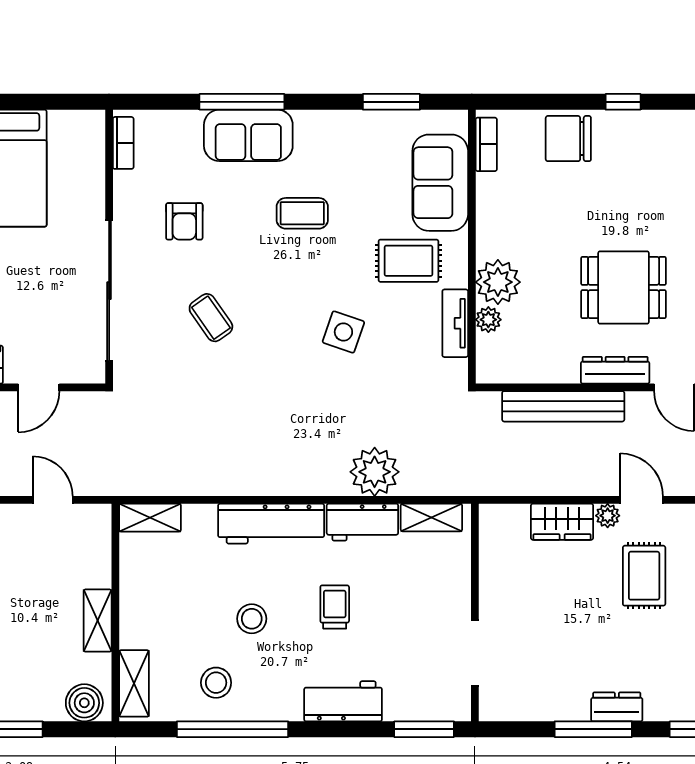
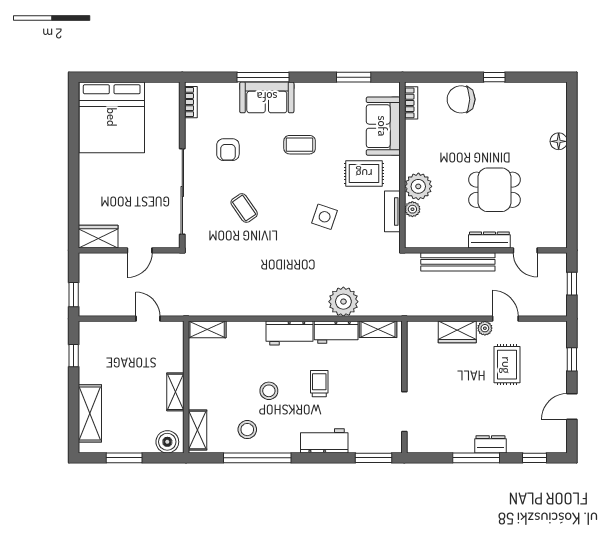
workbench: (271, 524) -> (289, 333), width x0.73

